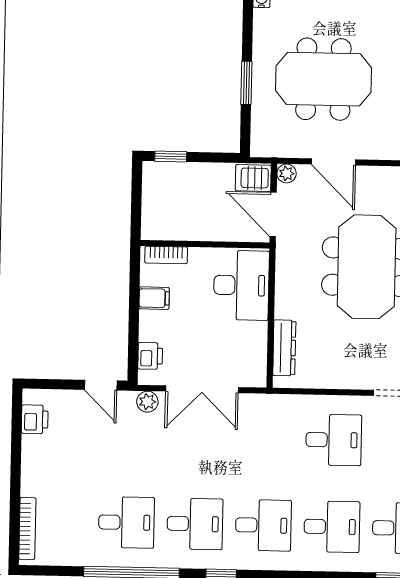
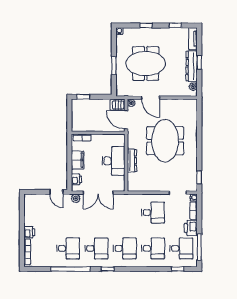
desk: (241, 285) -> (114, 161), moved
filing cabinet: (154, 298) -> (78, 160), width x2.00
dresser: (284, 348) -> (132, 161), moved
printer: (35, 419) -> (29, 232), moved

